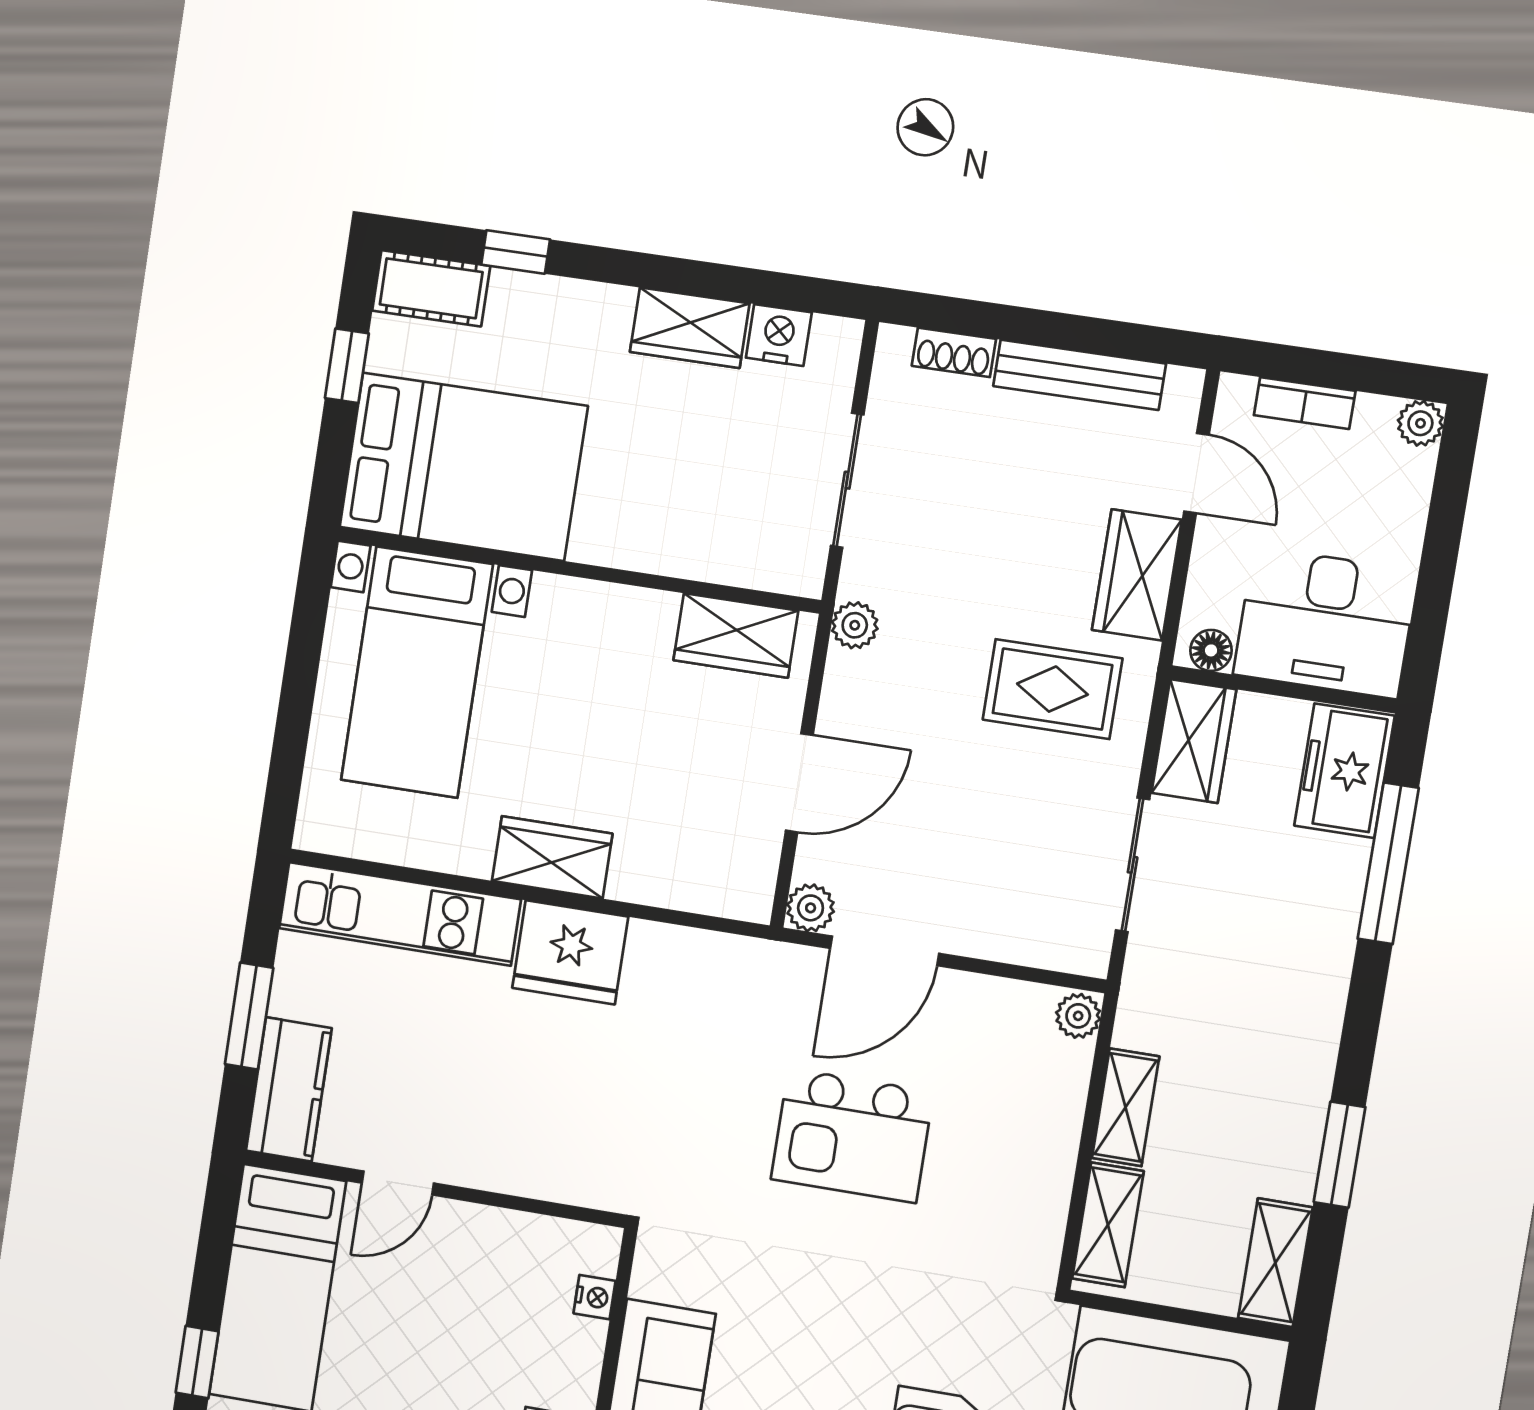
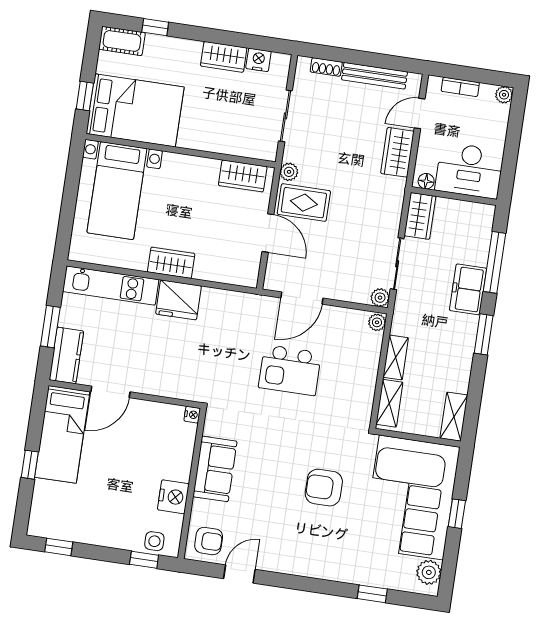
window: (347, 366) -> (85, 96), moved
door: (1197, 473) -> (420, 113), swing flipped
rug: (1052, 689) -> (304, 203), moved
freezer: (1344, 771) -> (468, 289), moved
door: (799, 783) -> (268, 233), hinge flipped
plant: (811, 908) -> (380, 298), moved
window: (1339, 1155) -> (484, 334), moved
door: (398, 1183) -> (110, 392), width x1.38
nightstand: (595, 1297) -> (192, 415), moved

